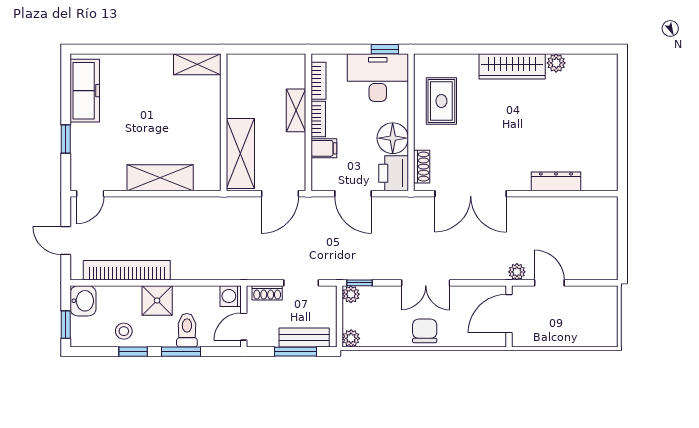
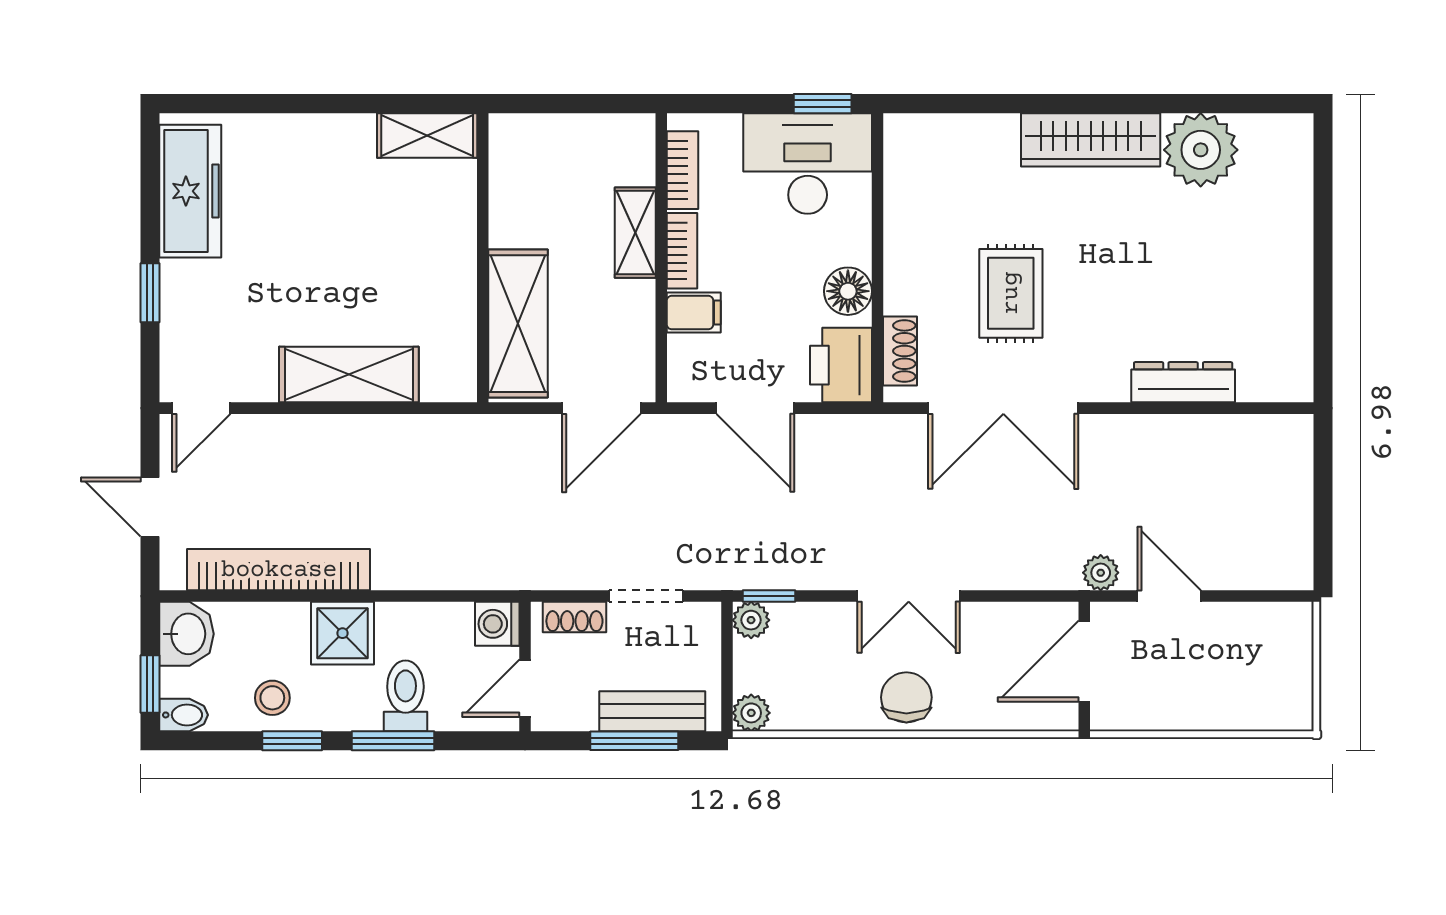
plant: (556, 63) -> (1201, 150), width x1.88, depth x1.88
rug: (441, 101) -> (1011, 293), moved
floor lamp: (393, 138) -> (848, 291), width x0.73, depth x0.73
bidet: (82, 339) -> (184, 715), added

